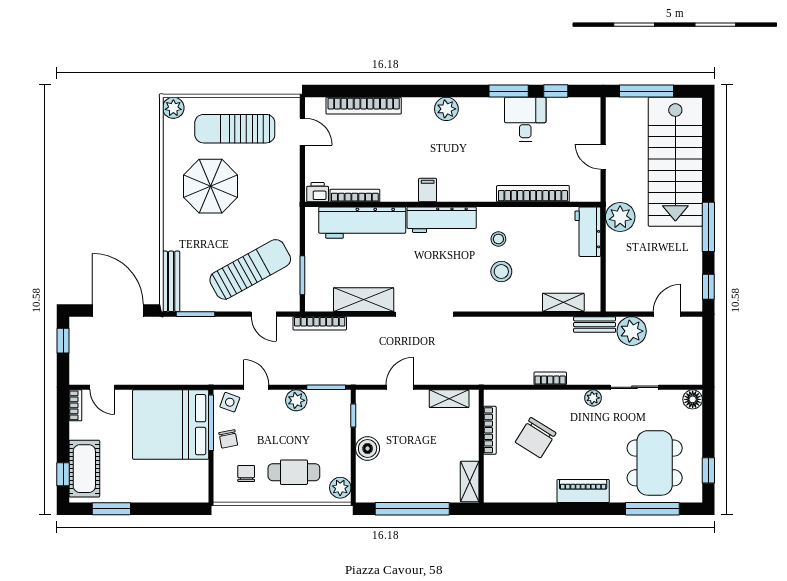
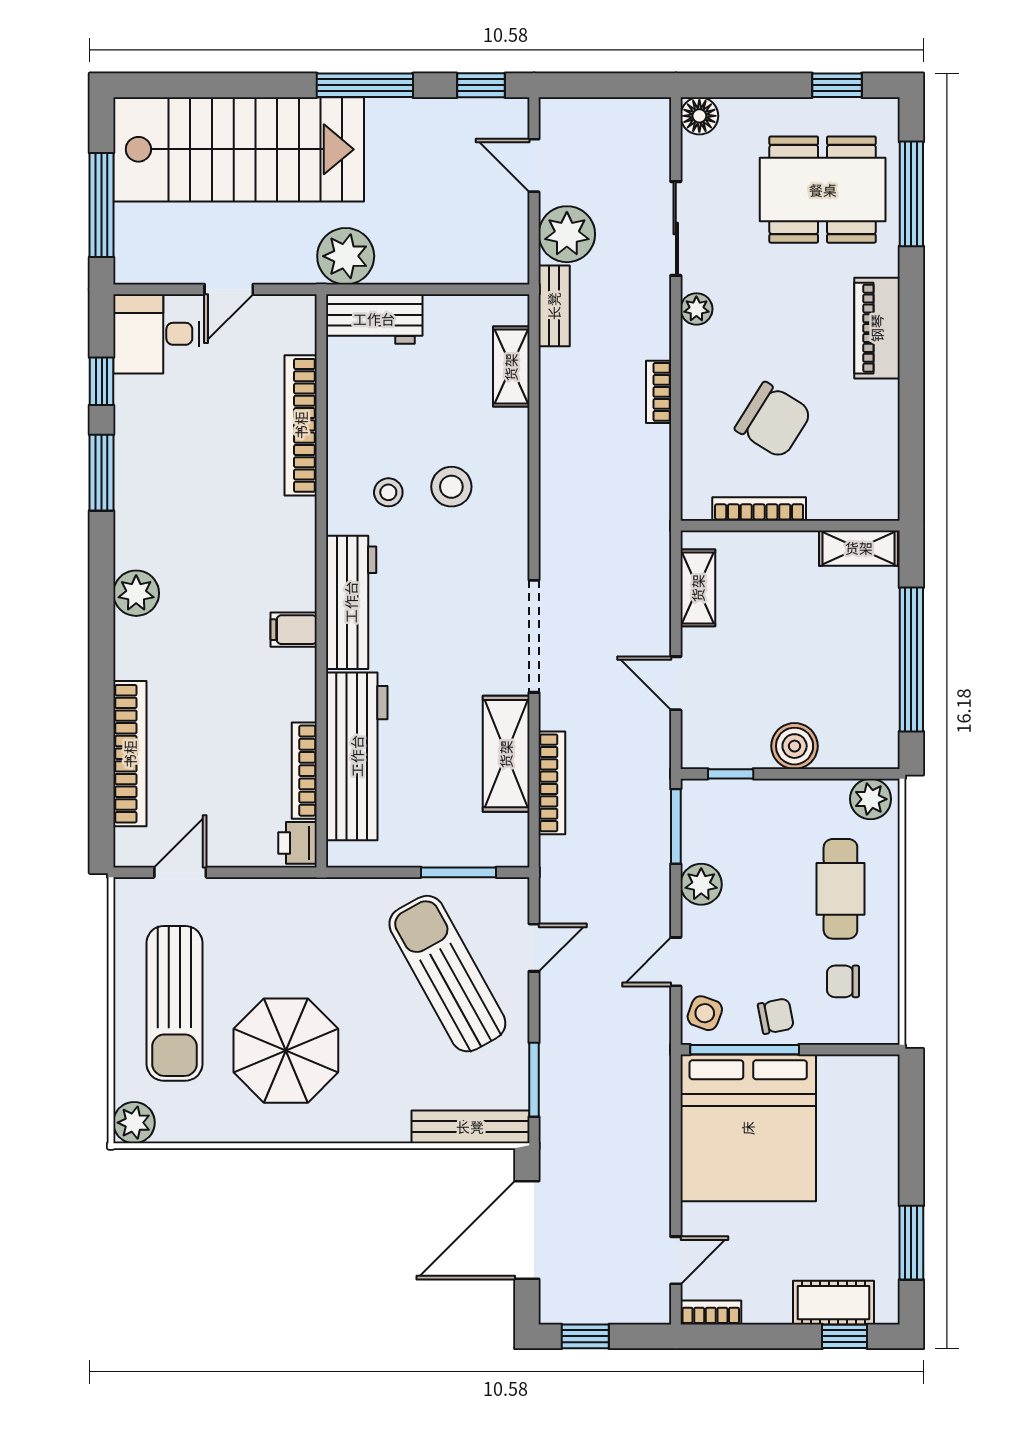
desk: (525, 119) -> (156, 334), moved
bookcase: (320, 323) -> (552, 783), moved
cot: (84, 469) -> (833, 1303), width x0.73, depth x0.75

